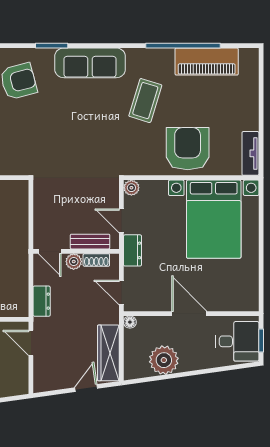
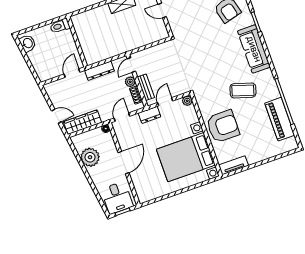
dresser: (42, 301) -> (99, 71), width x1.44

